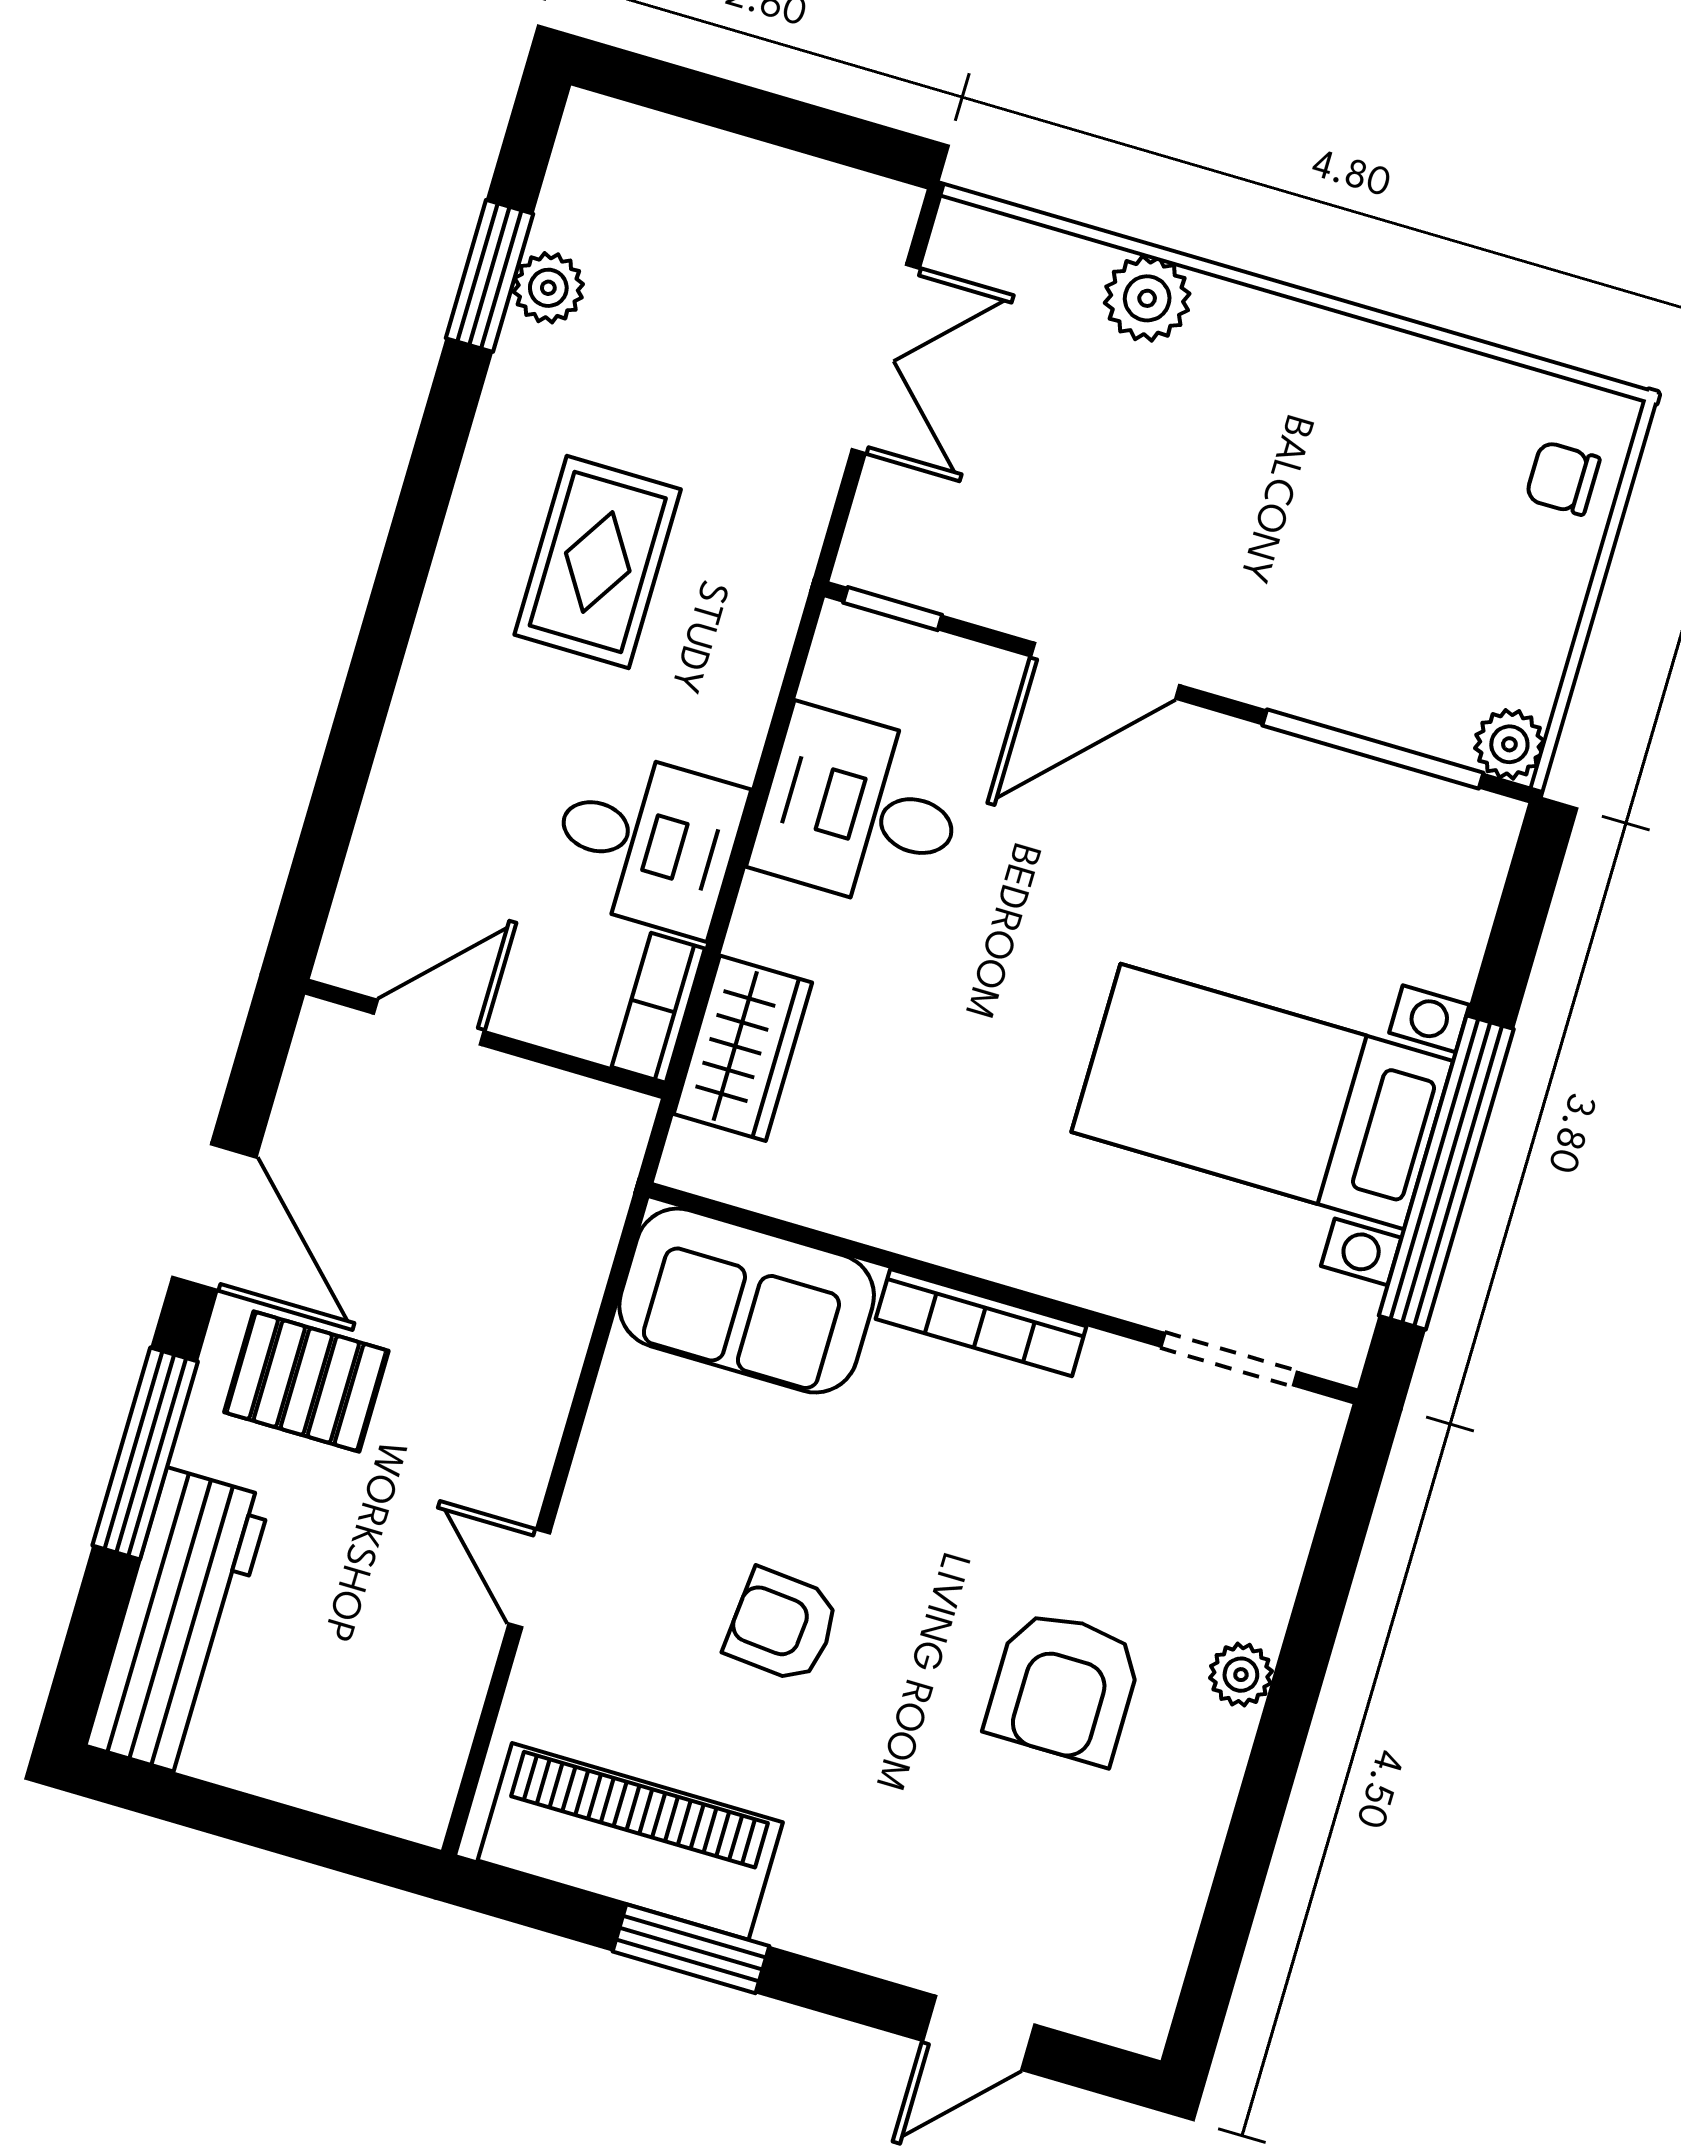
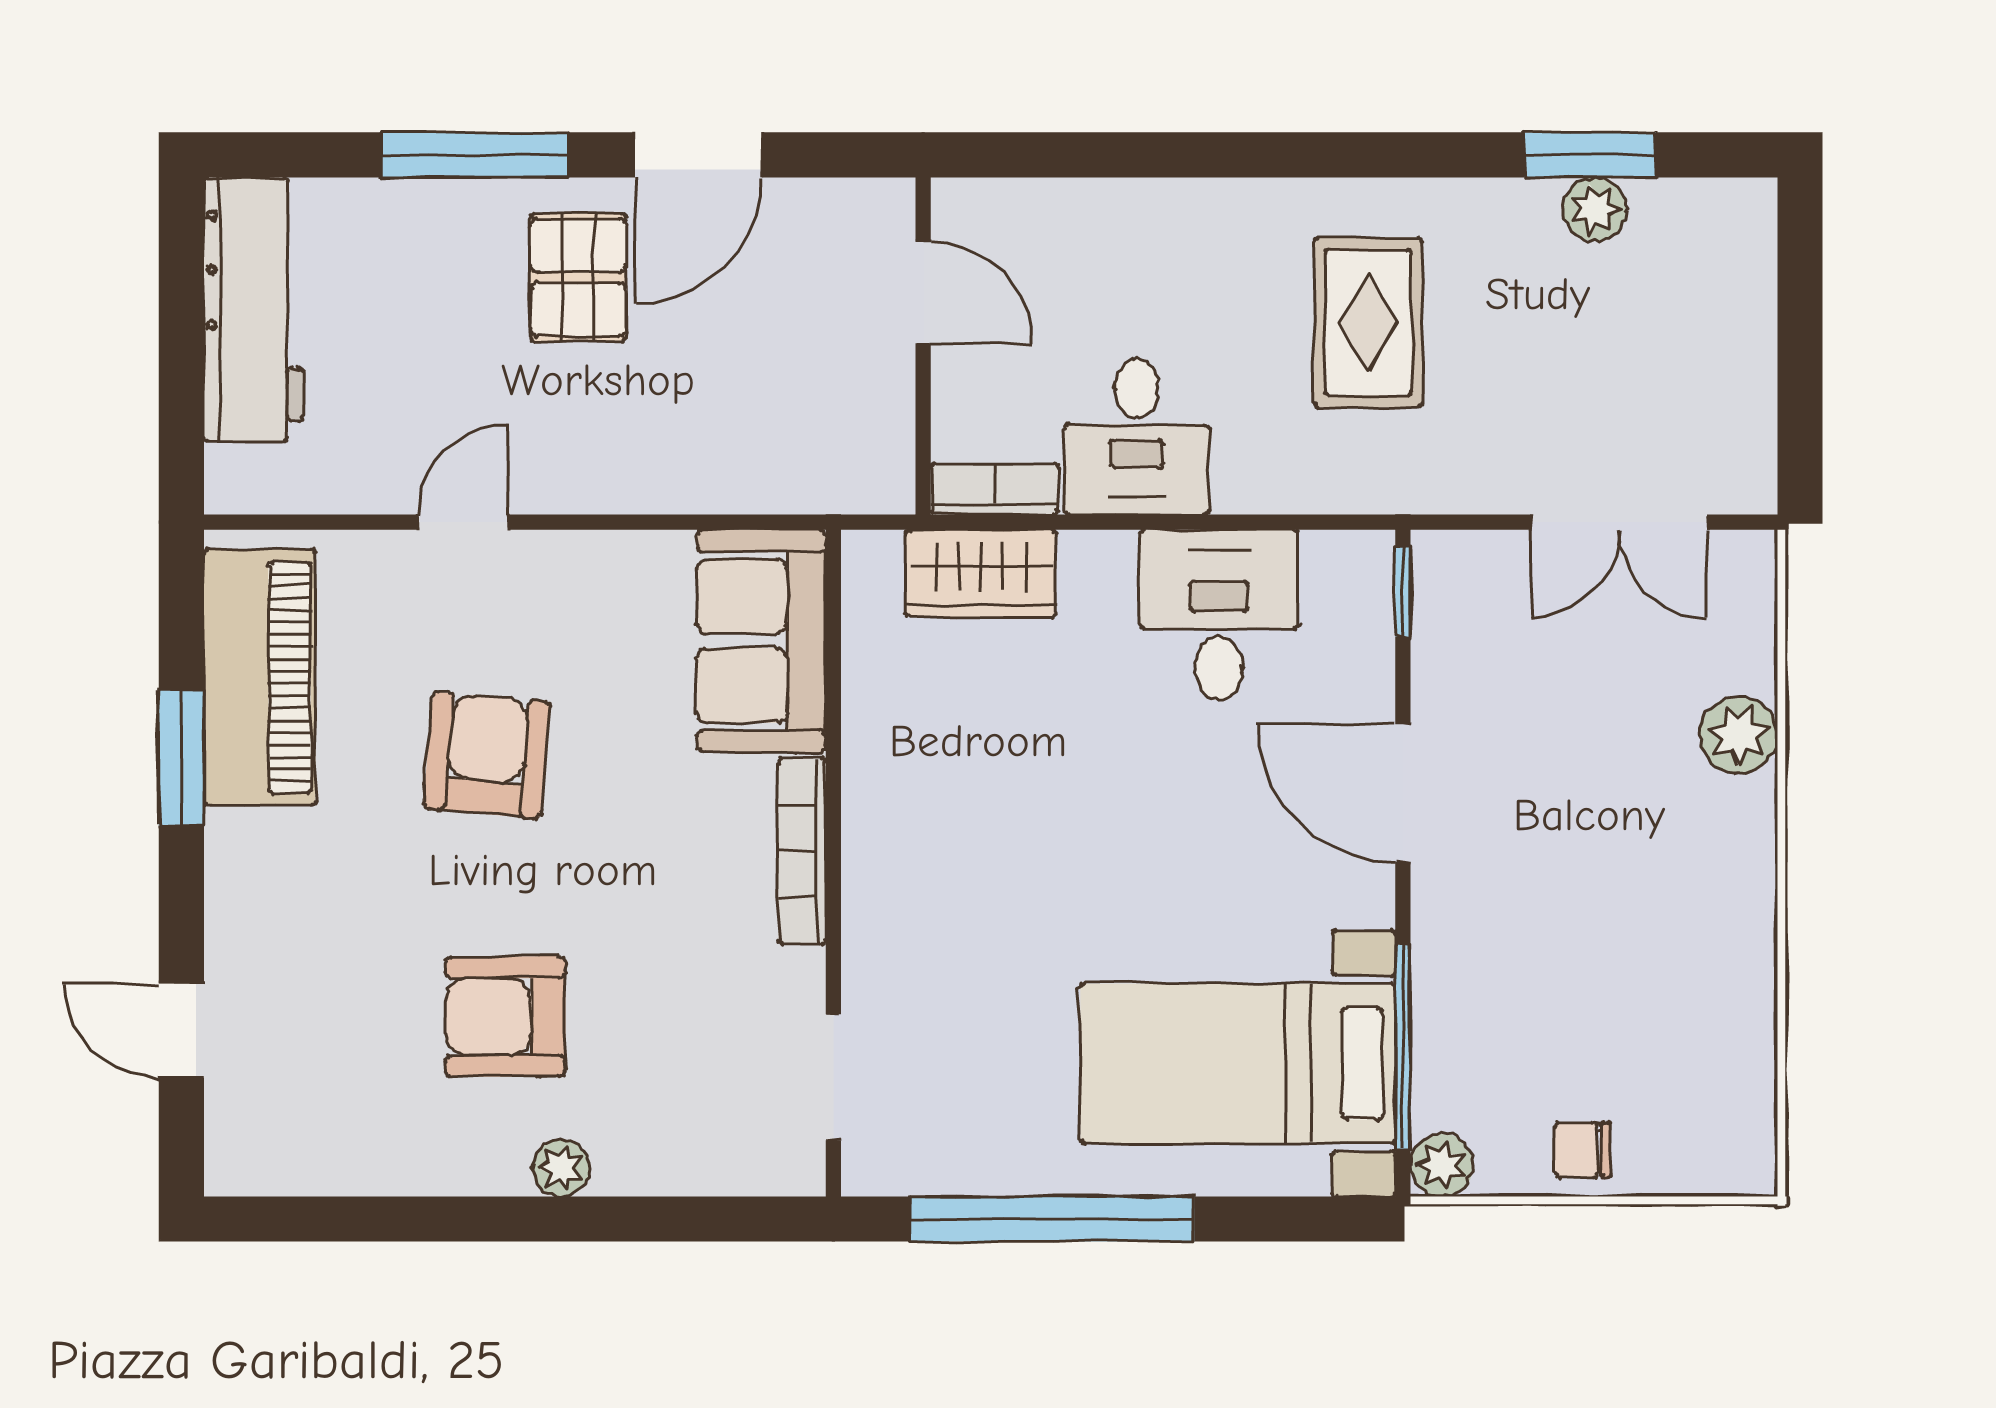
chair: (1563, 478) -> (1583, 1150), moved, turned -90
rug: (598, 562) -> (1368, 322), turned 90
bed with nightstands: (1262, 1096) -> (1238, 1063), moved, turned -90
workbench: (179, 1622) -> (253, 310), moved, turned -90
armchair: (782, 1626) -> (487, 755), width x1.38, depth x1.38

